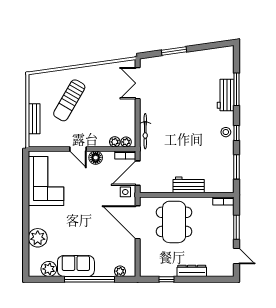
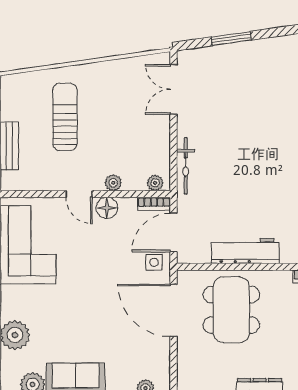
sun lounger: (69, 100) -> (65, 117), turned 150
plant: (115, 142) -> (113, 183), moved
workbench: (189, 185) -> (245, 251), width x1.38

